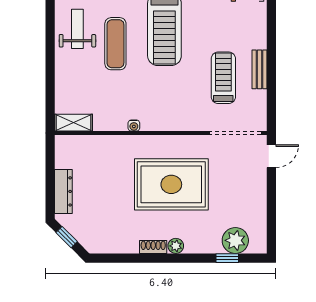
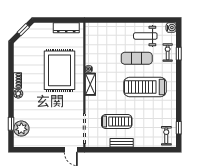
weight bench: (77, 29) -> (145, 36), turned 180
shelving: (74, 123) -> (90, 84), moved
rug: (171, 184) -> (60, 70), moved
dresser: (63, 191) -> (66, 28), moved

